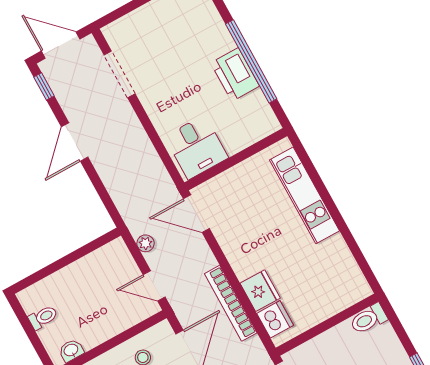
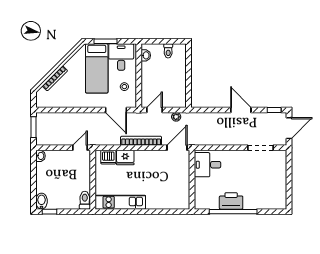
kitchen unit: (305, 195) -> (120, 202), moved
bookcase: (231, 303) -> (141, 141), moved

